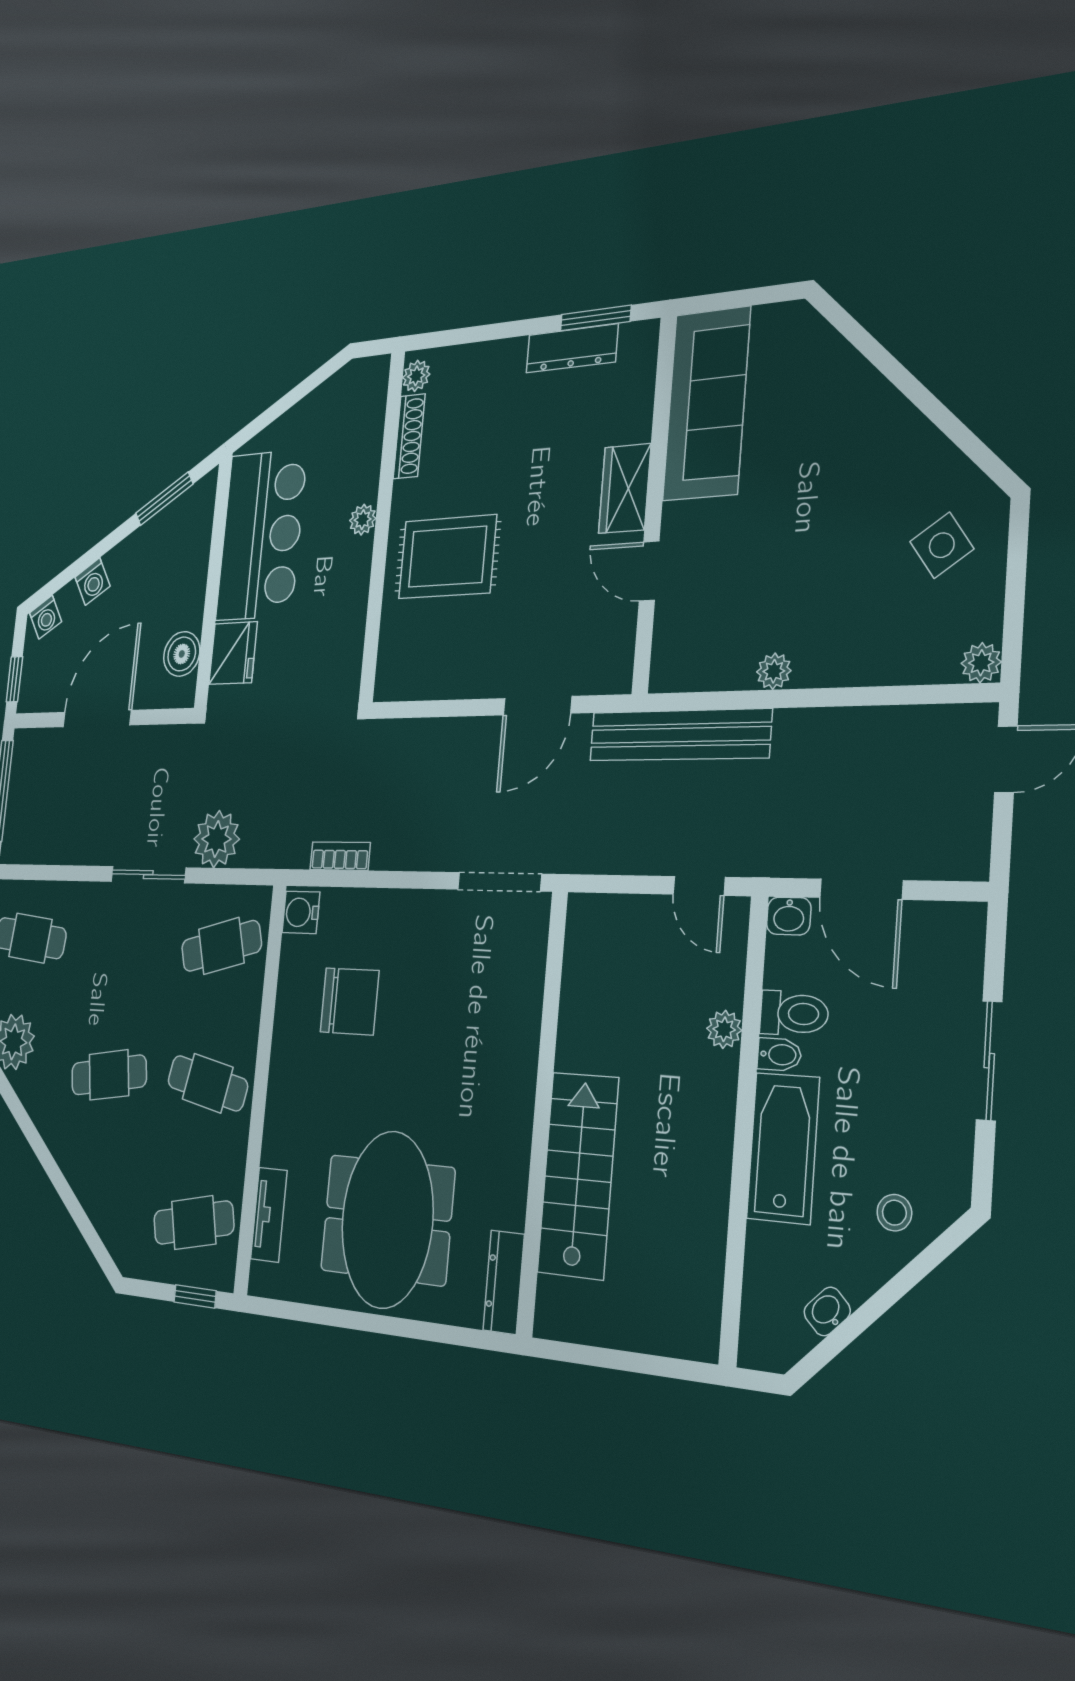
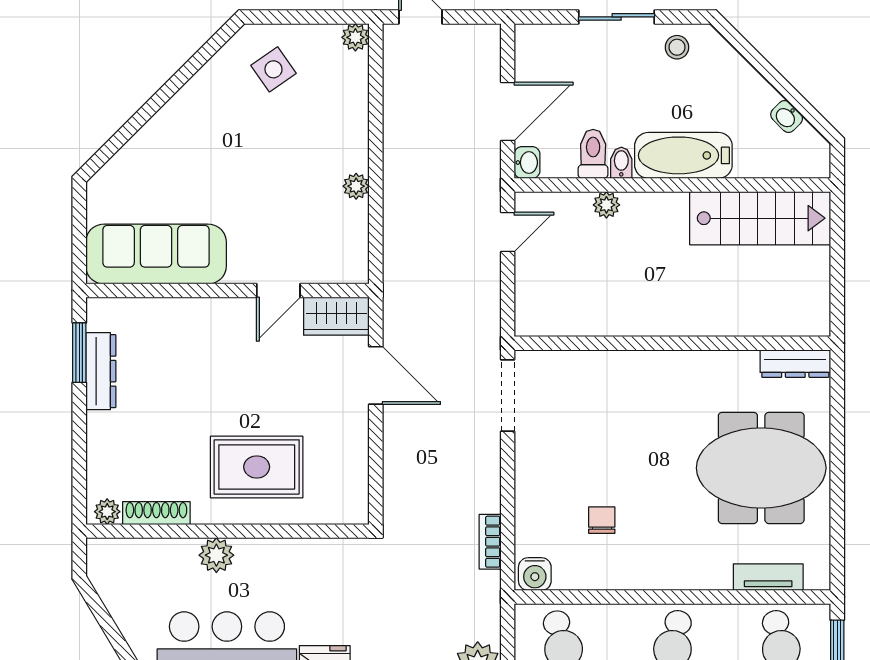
wardrobe: (625, 488) -> (336, 316), moved
plant: (363, 520) -> (216, 555), width x1.38, depth x1.38
rug: (447, 557) -> (257, 467), turned 90
bench: (679, 735) -> (400, 256), removed
chair: (350, 1001) -> (602, 520), width x0.54, depth x0.54
stairs: (578, 1175) -> (760, 218), moved, turned 180
stool: (894, 1213) -> (677, 47), moved

